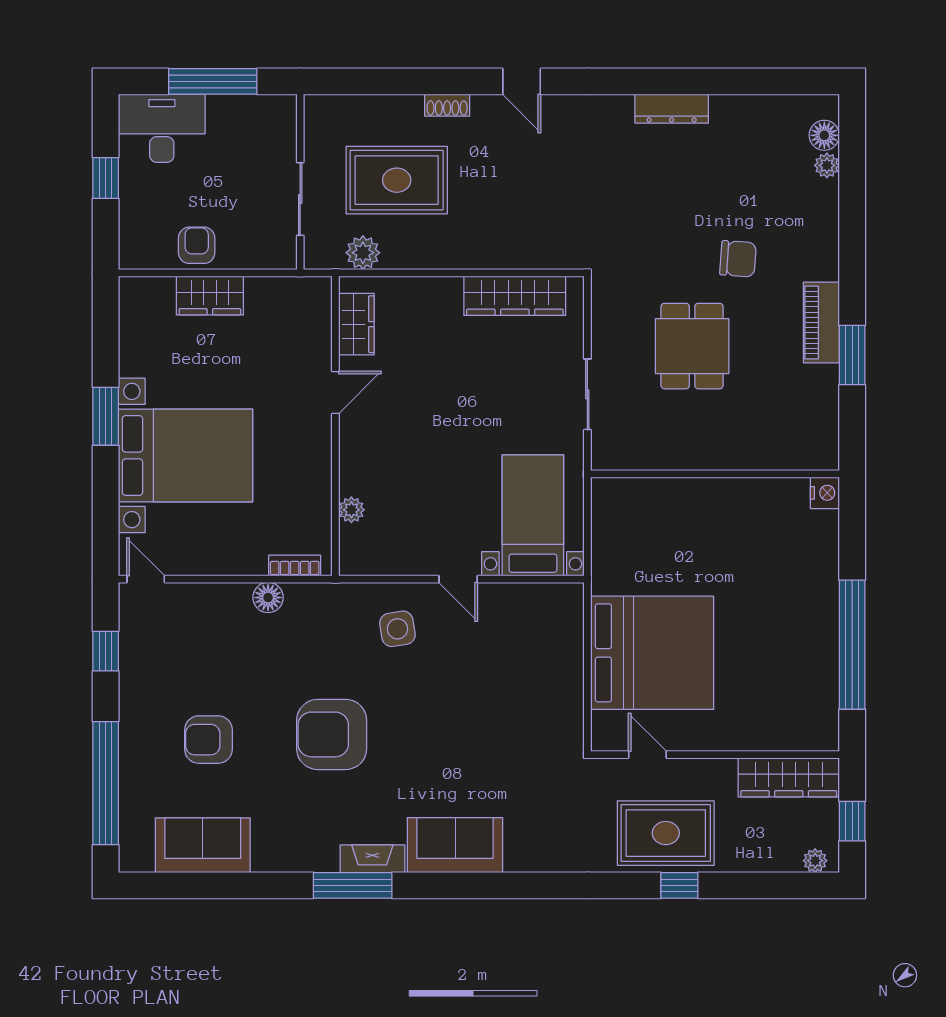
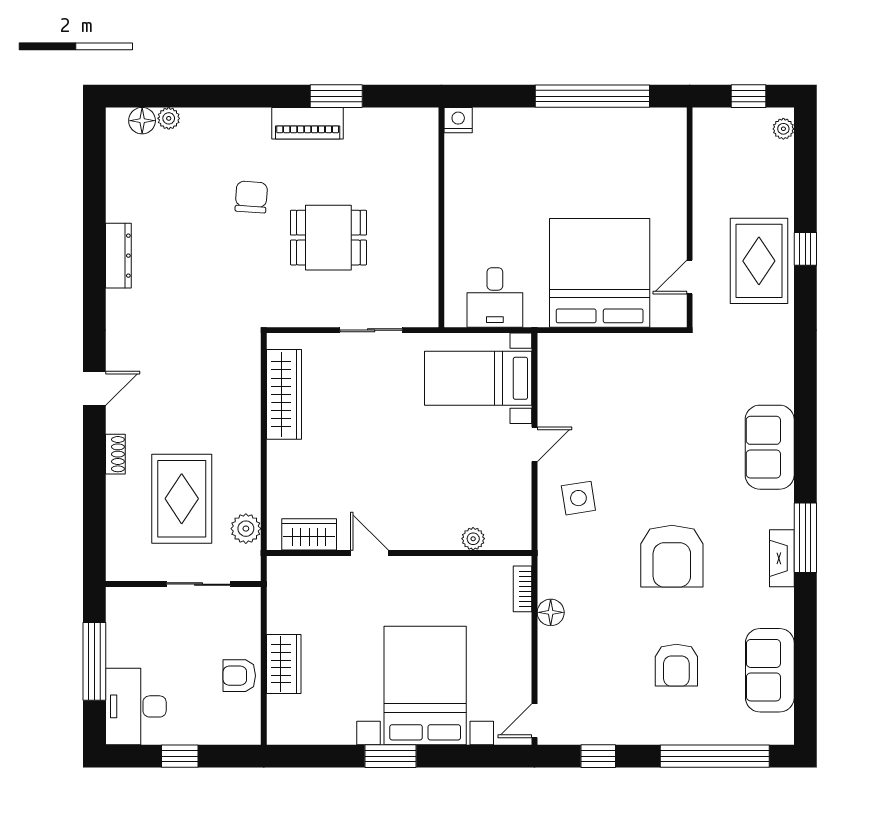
desk: (624, 534) -> (495, 297), added
wardrobe: (789, 777) -> (710, 152), removed
fireplace: (372, 859) -> (782, 558), moved

